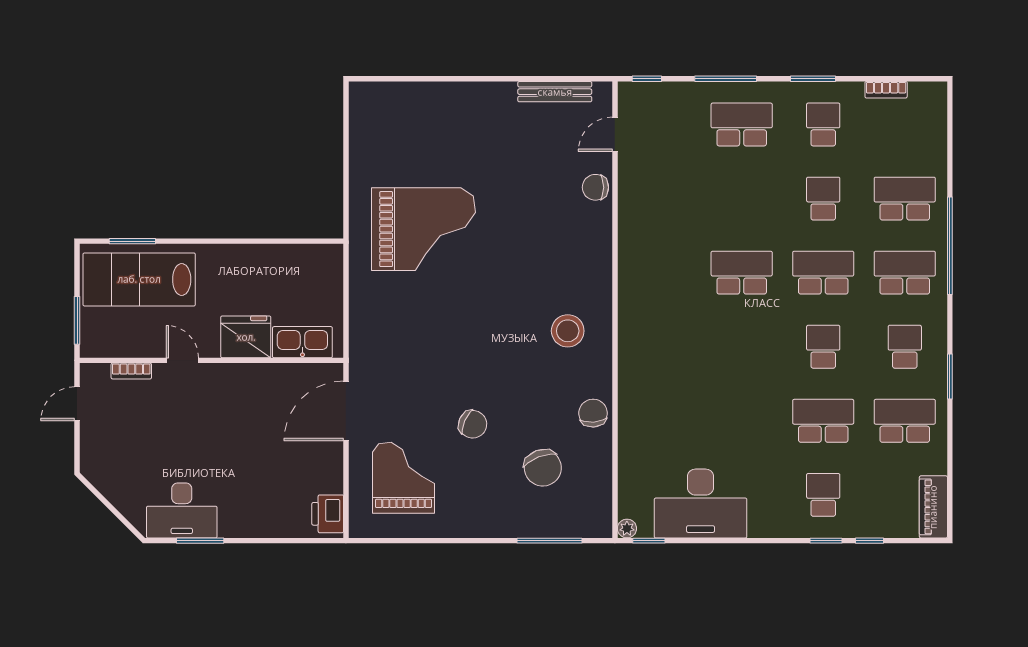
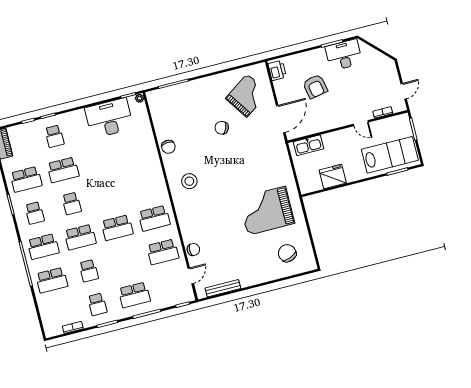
school desk: (660, 199) -> (163, 252), added
school desk: (660, 273) -> (154, 218), added
fridge: (246, 337) -> (333, 177), moved, turned 180
armchair: (258, 461) -> (315, 86), added
chair: (543, 468) -> (287, 253), moved
grand piano: (404, 478) -> (247, 95), turned -124

